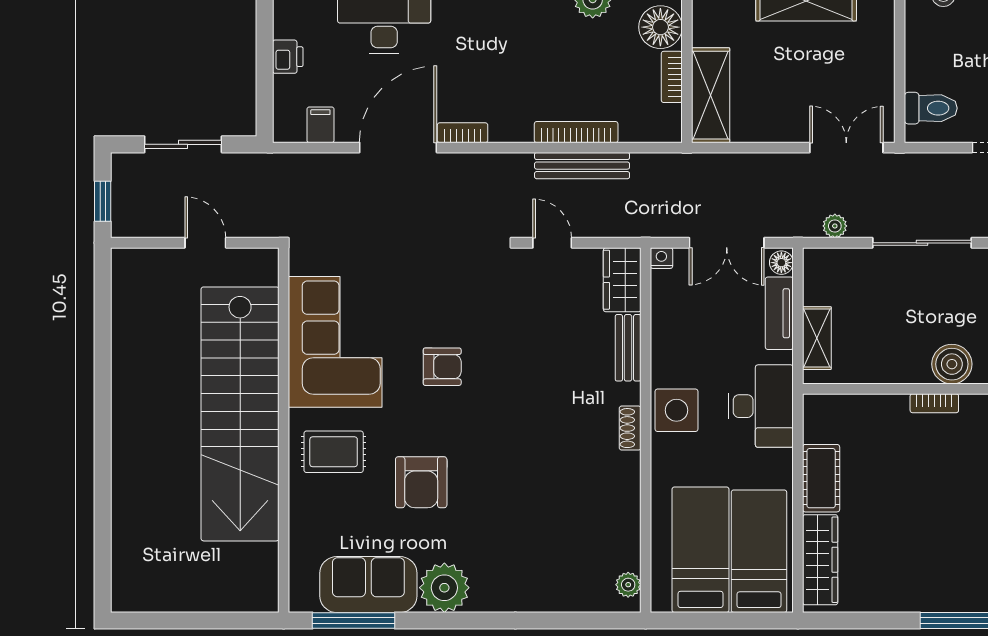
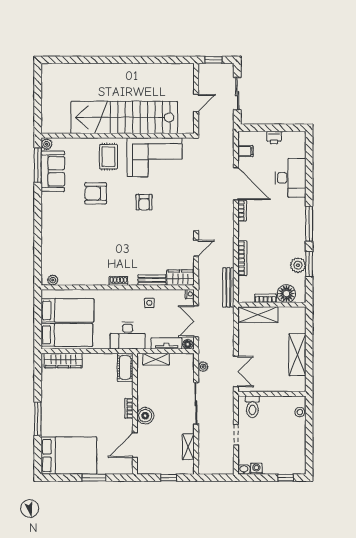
bench: (582, 166) -> (228, 287), moved
side table: (676, 410) -> (149, 303), moved, width x0.54, depth x0.54
cot: (821, 478) -> (125, 367), moved, turned 90
plant: (444, 588) -> (47, 144), moved, width x0.53, depth x0.53

